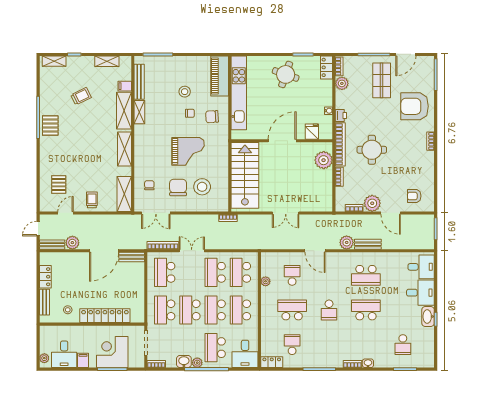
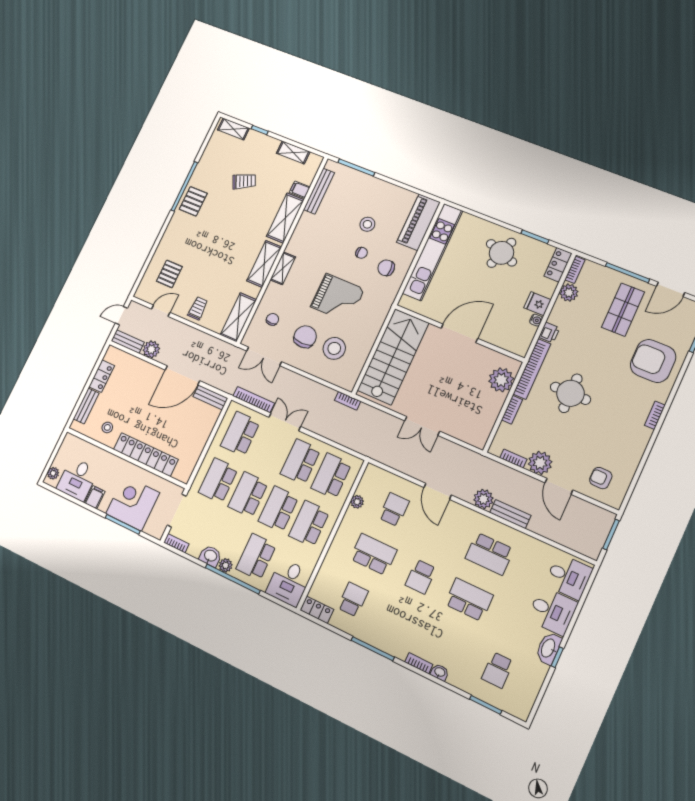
shelving: (139, 112) -> (283, 268), moved
fridge: (312, 132) -> (537, 304), moved, turned -90

